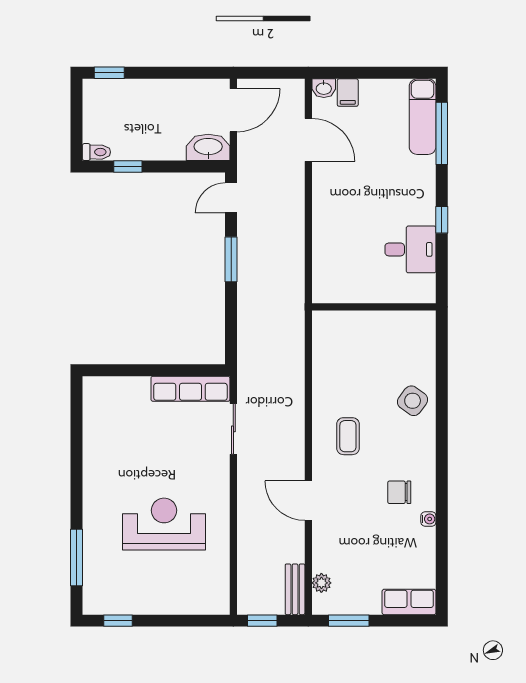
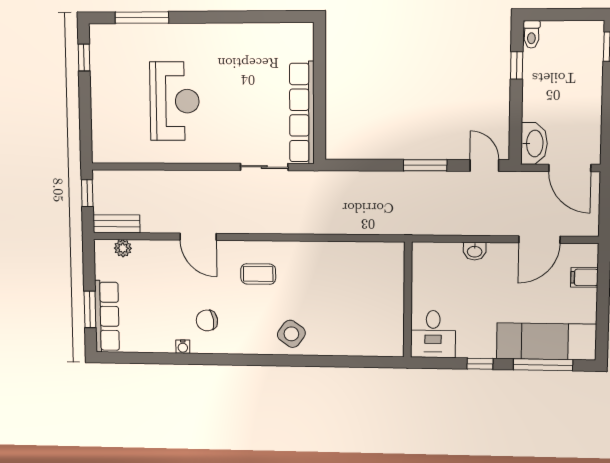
washbasin: (324, 88) -> (475, 251), moved, turned -90
exam couch: (423, 117) -> (546, 341), width x1.36, depth x1.45
window: (442, 220) -> (480, 364), moved
wall: (374, 307) -> (408, 300), moved
row of seats: (190, 389) -> (302, 113), width x1.36
chair: (399, 492) -> (207, 320), turned -99
door: (308, 501) -> (198, 237), swing flipped
row of seats: (409, 602) -> (107, 316), width x1.48
window: (349, 621) -> (90, 309), moved

